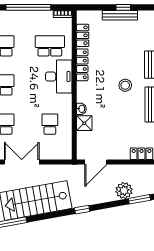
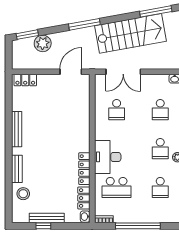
stool: (125, 85) -> (23, 194), moved
washbasin: (81, 109) -> (85, 217), moved
shower: (84, 123) -> (82, 110), removed
double door: (22, 162) -> (123, 72), moved
window: (82, 210) -> (84, 24), width x2.17

